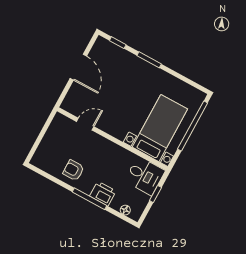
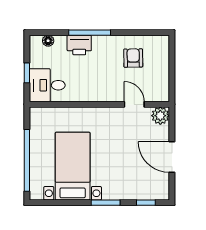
plant: (70, 104) -> (160, 116), added
door: (85, 124) -> (134, 104), swing flipped
bed with nightstands: (160, 128) -> (73, 166), moved, turned 180
armchair: (73, 170) -> (133, 58), moved, turned -91

